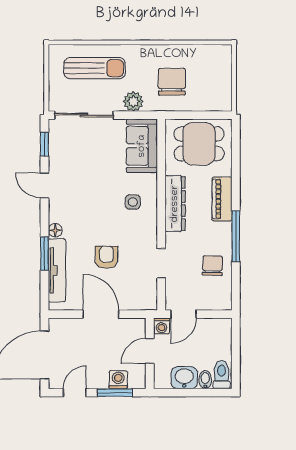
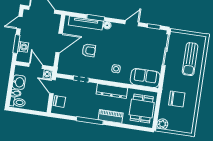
plant: (133, 101) -> (162, 124), moved
chair: (212, 266) -> (59, 101), moved
door: (75, 393) -> (20, 23), swing flipped

